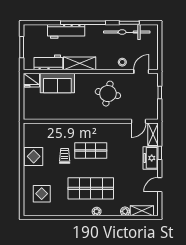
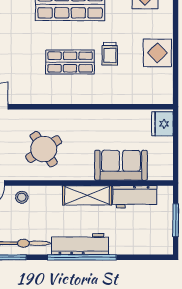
workbench: (66, 31) -> (80, 244), moved
fridge: (31, 80) -> (162, 124), moved, turned -90
round table: (108, 94) -> (44, 149), turned 45

